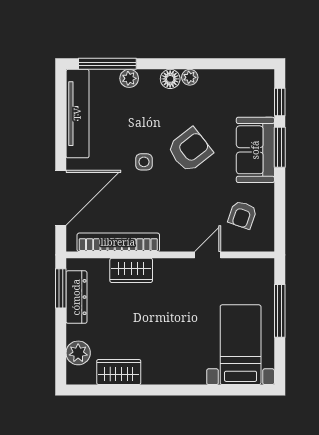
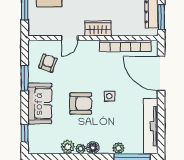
plant: (211, 80) -> (68, 147), added
window: (280, 147) -> (25, 78), moved
armchair: (190, 150) -> (81, 104), turned -142
door: (61, 198) -> (161, 74), hinge flipped
wardrobe: (131, 270) -> (98, 28), moved

